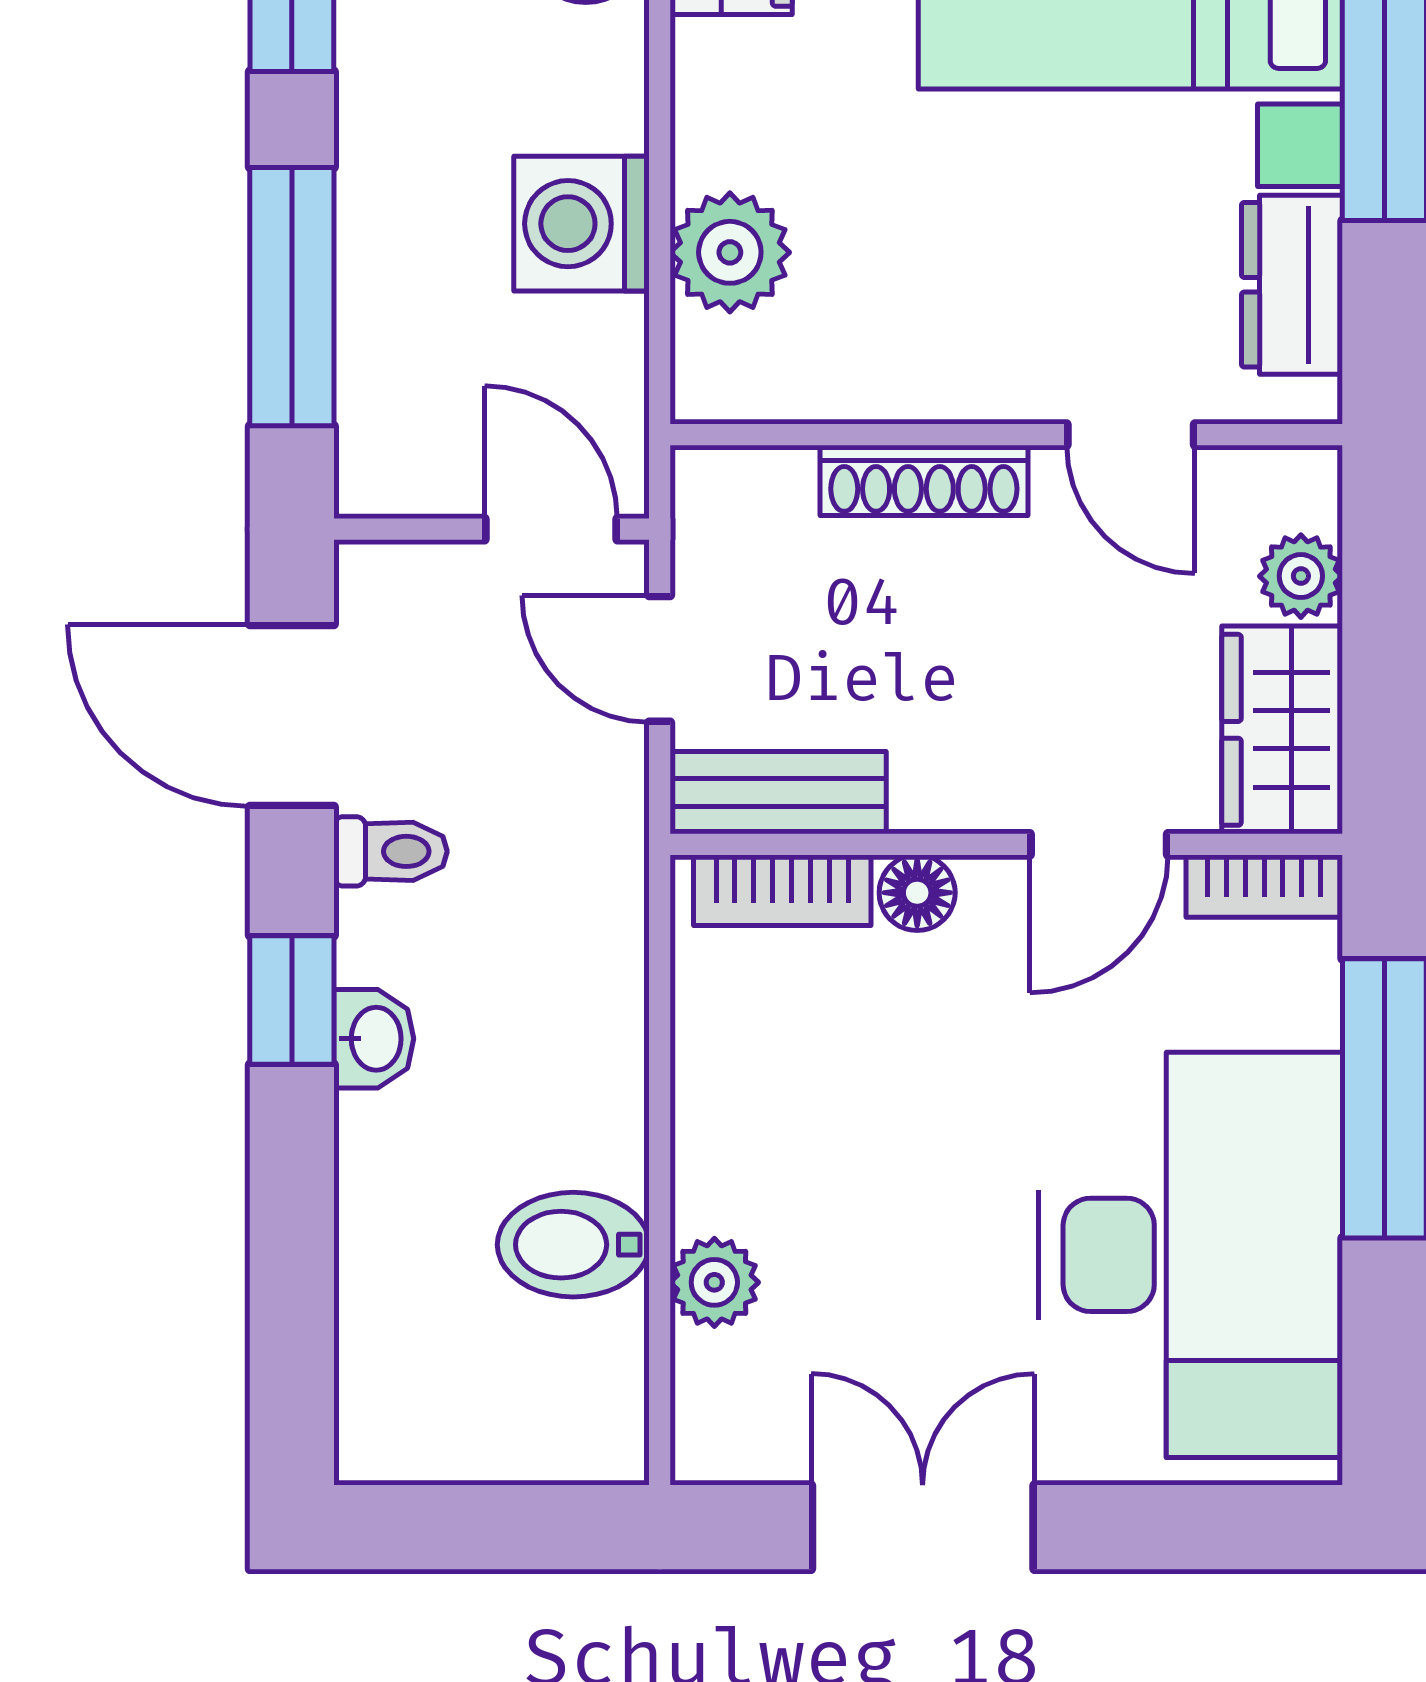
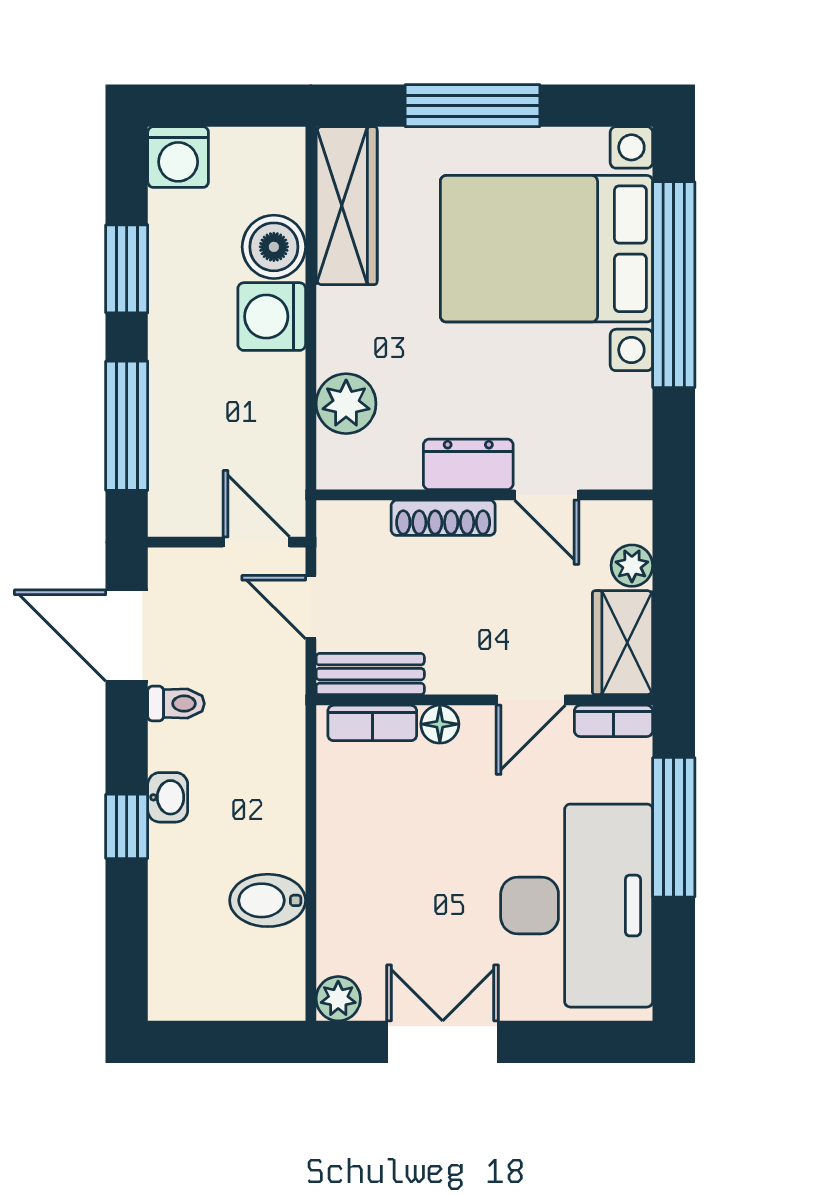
washing machine: (581, 224) -> (272, 317), moved
dresser: (1292, 285) -> (468, 464), moved, turned 90
window: (292, 1000) -> (127, 826), moved
plant: (714, 1282) -> (338, 999), moved

